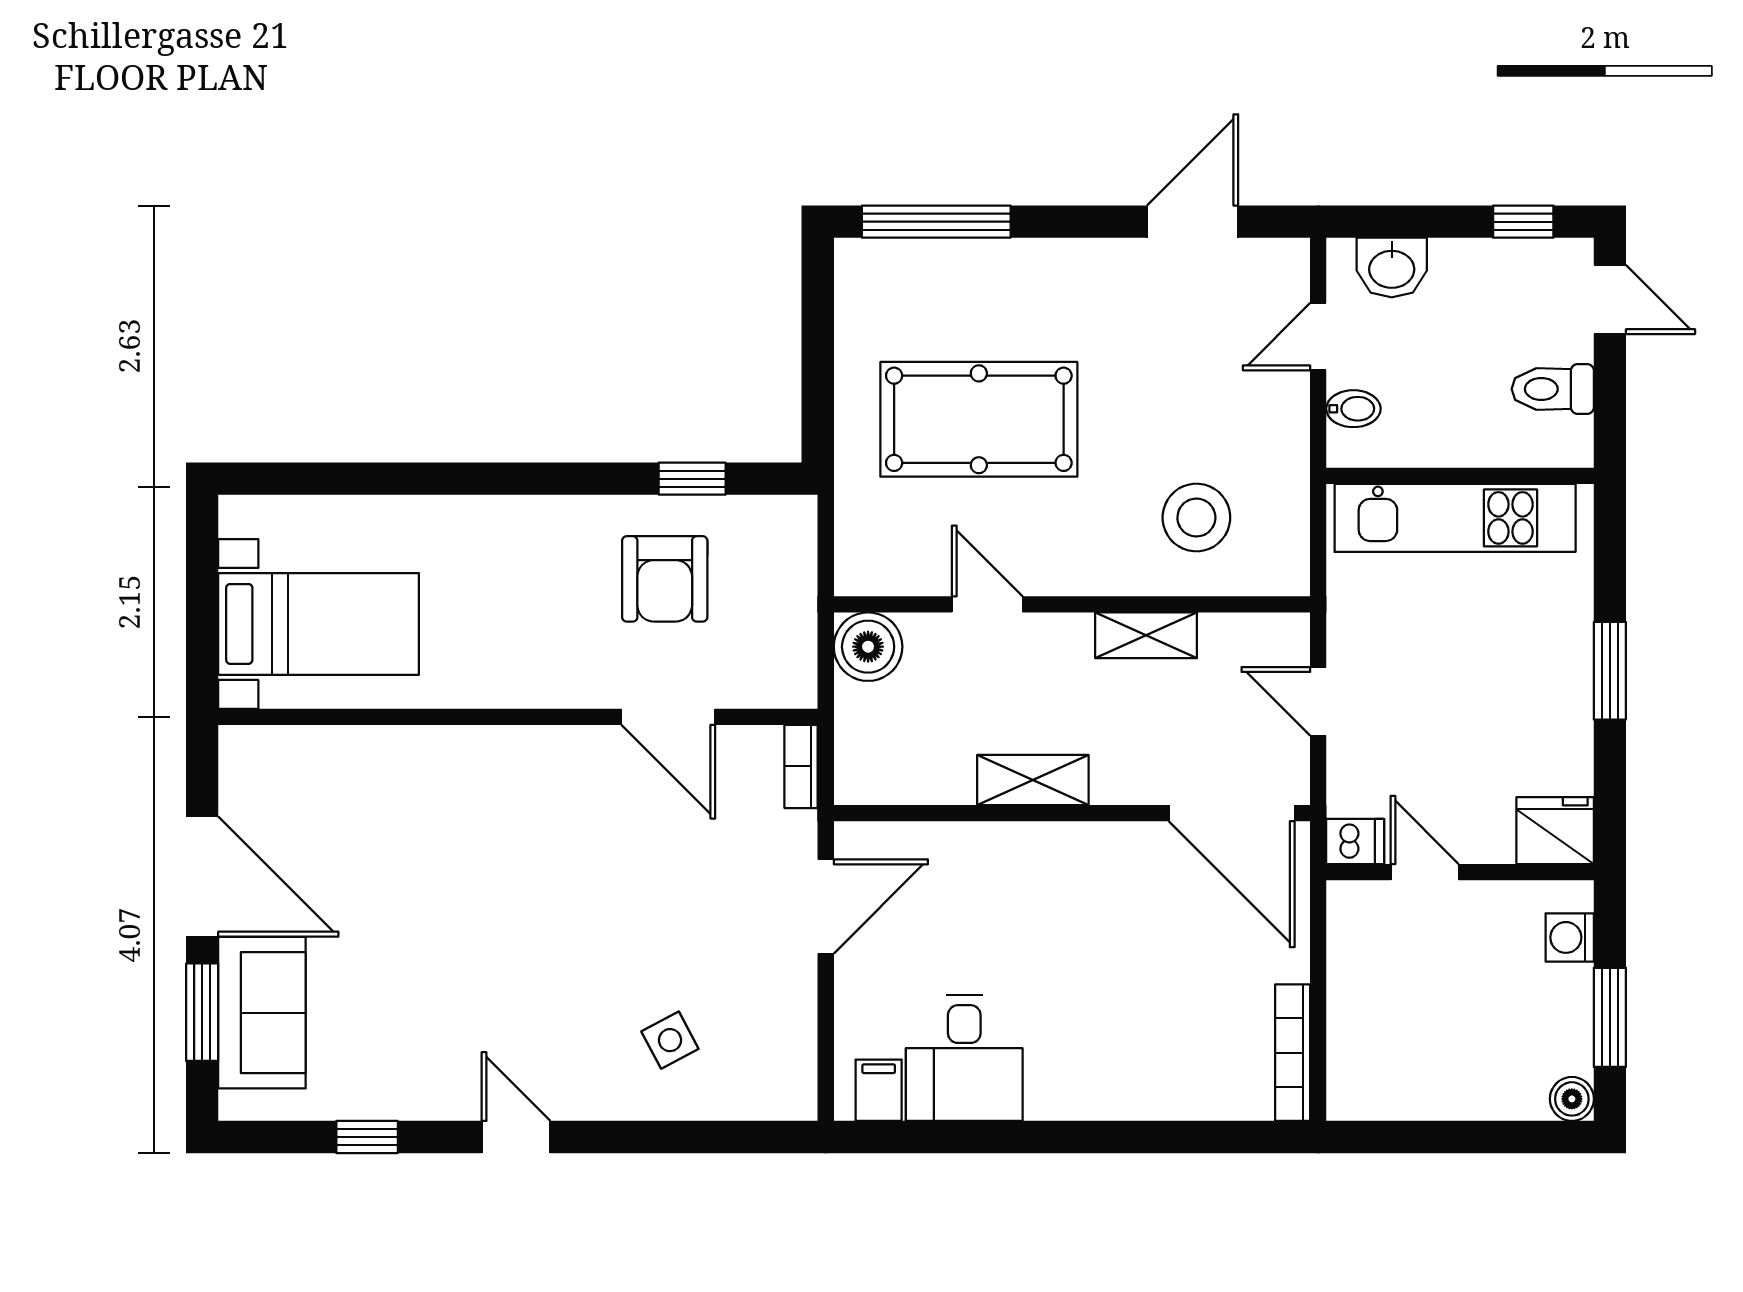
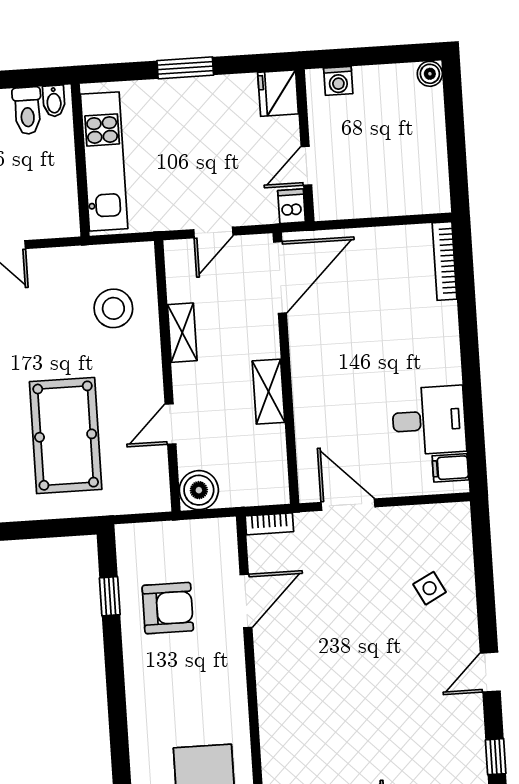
bidet: (1353, 409) -> (54, 101), moved, turned 180
window: (1610, 1017) -> (382, 55), removed
bookcase: (1293, 1053) -> (445, 261), moved, turned 90

